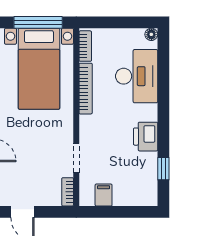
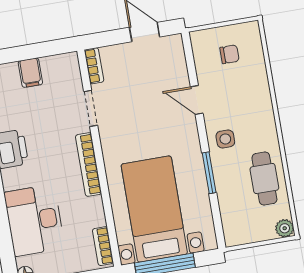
bookcase: (86, 89) -> (88, 165), moved
filing cabinet: (104, 195) -> (30, 73), moved

